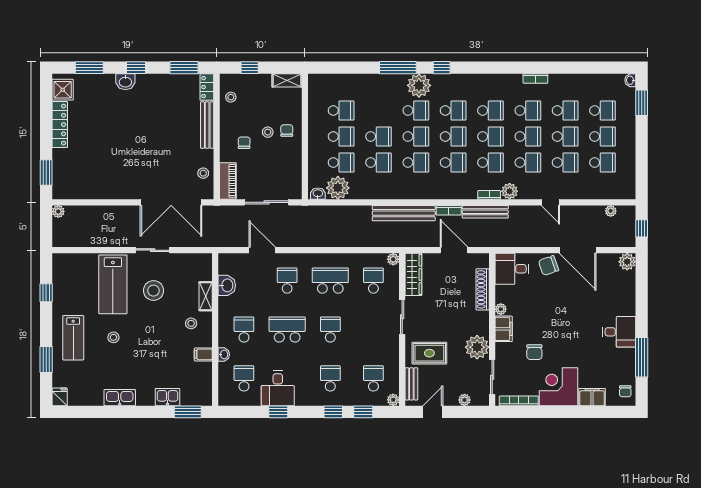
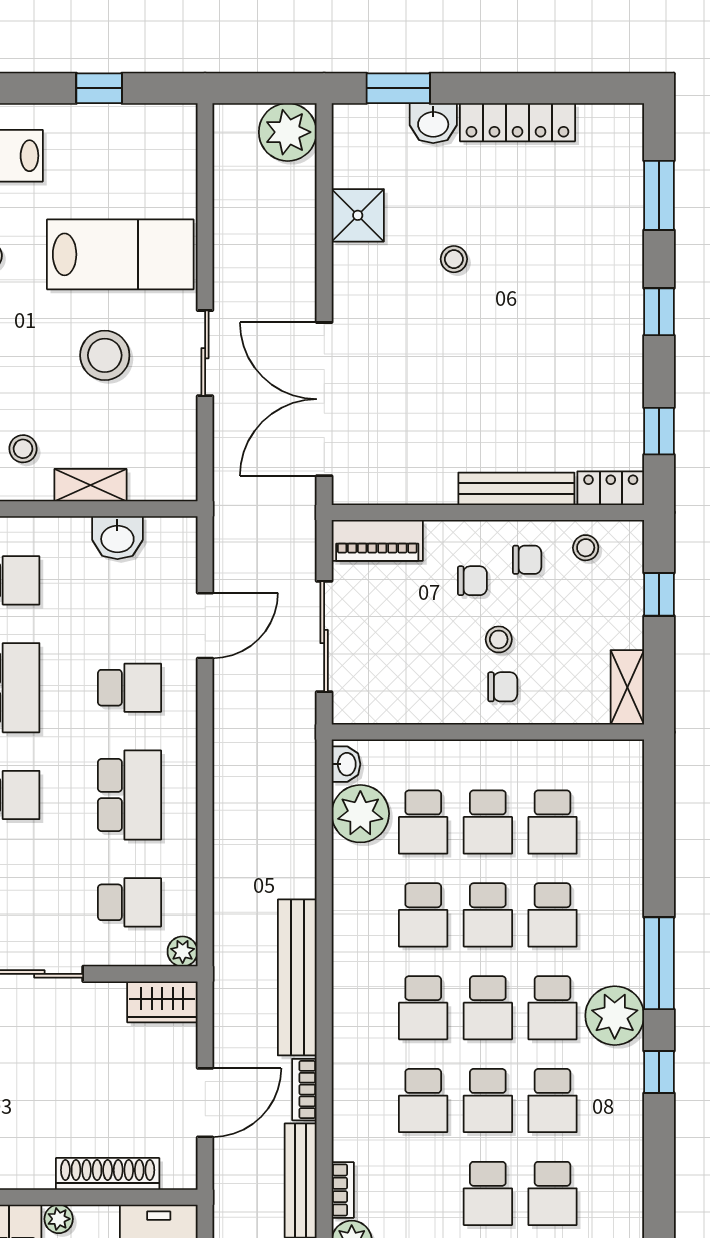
window: (184, 68) -> (659, 431), width x0.67
washbasin: (125, 82) -> (433, 123), moved, turned -90
shower: (63, 90) -> (358, 215), moved
chair: (236, 121) -> (527, 560), added
school desk: (490, 162) -> (552, 915), moved
stool: (203, 173) -> (454, 259), moved
plant: (58, 212) -> (288, 132), width x1.88, depth x1.88
wardrobe: (413, 274) -> (162, 1002), width x0.67
lab bench: (113, 284) -> (120, 254), turned 180

